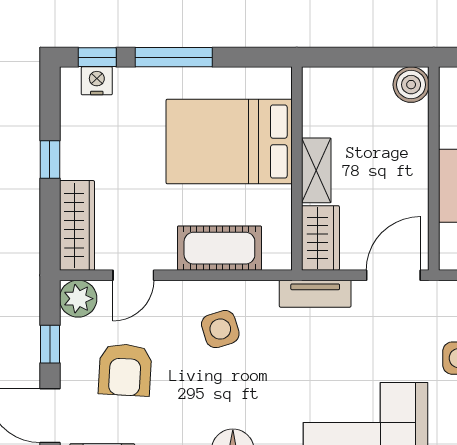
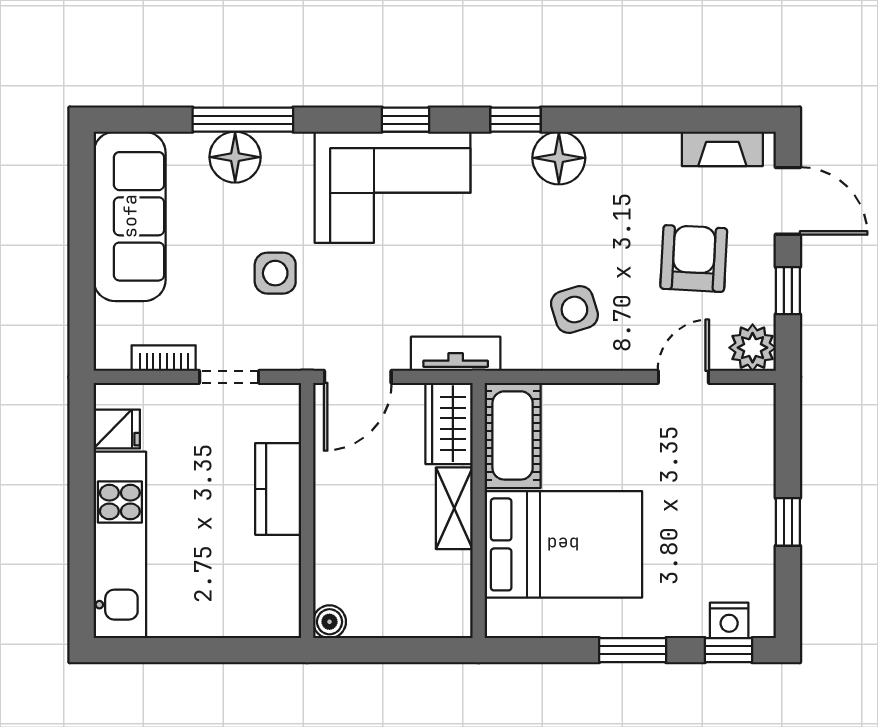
window: (174, 57) -> (633, 650), width x0.69
boiler: (411, 85) -> (329, 622), width x0.73, depth x0.73
wardrobe: (77, 225) -> (754, 439), removed
cot: (219, 248) -> (513, 435), moved, turned 90

